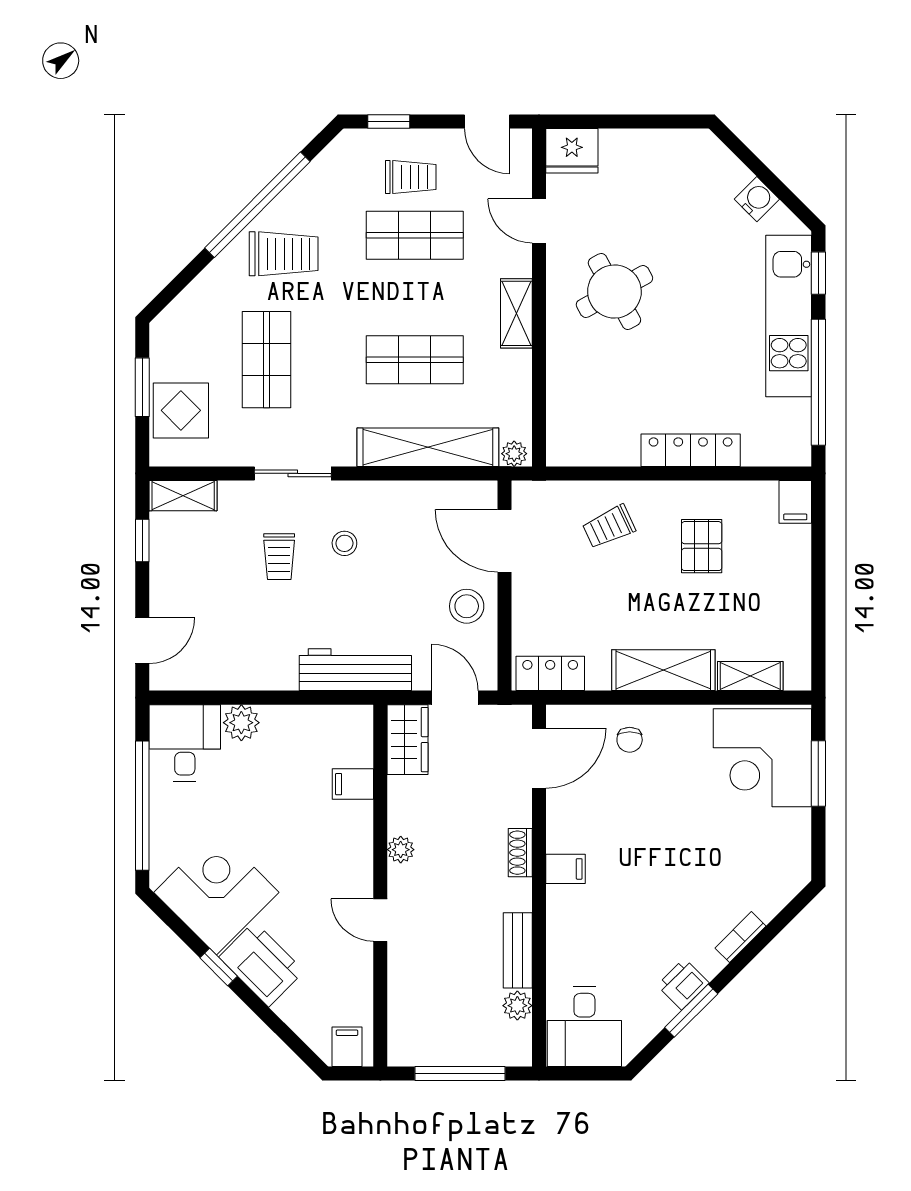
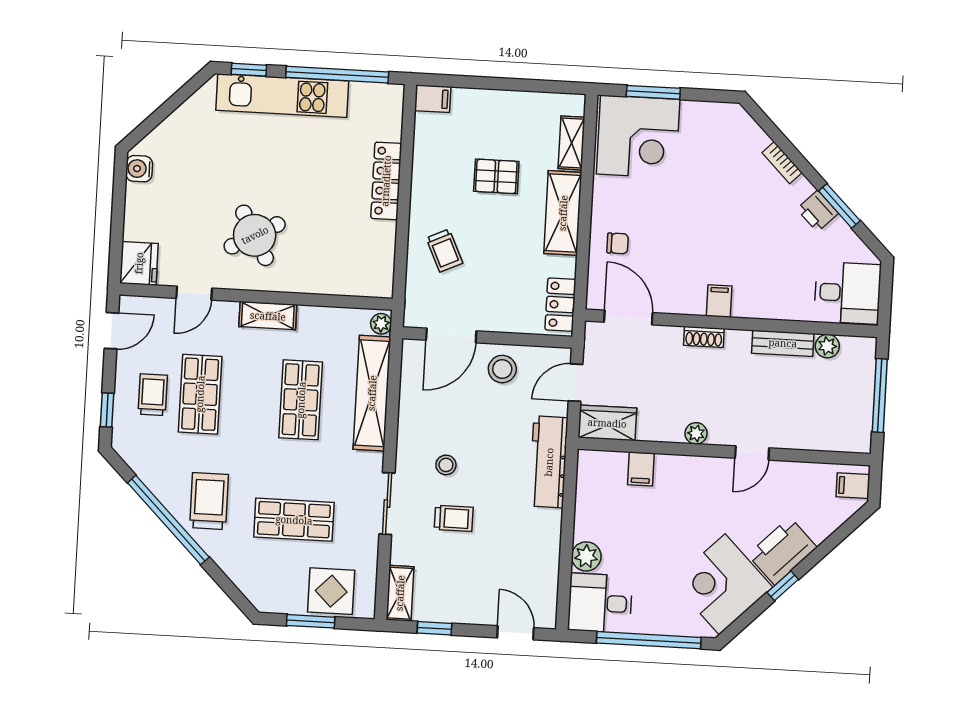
water cooler: (757, 199) -> (139, 169), moved, turned -45
pallet: (702, 546) -> (496, 176), moved

